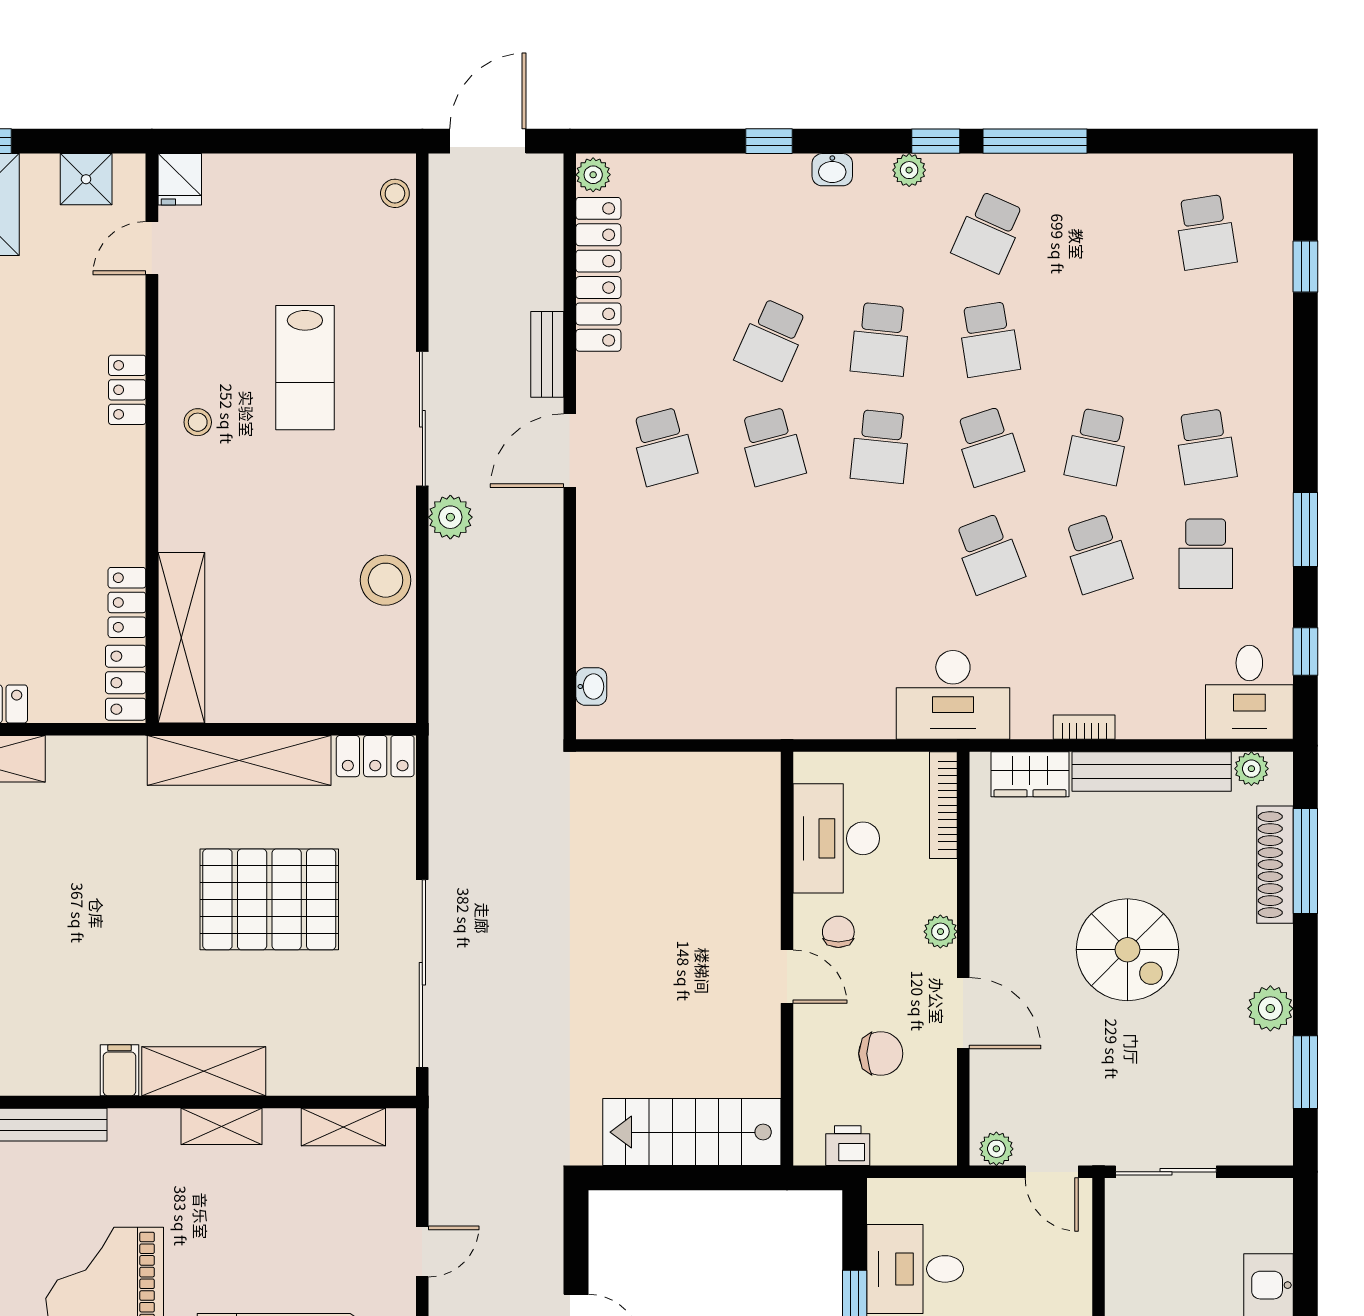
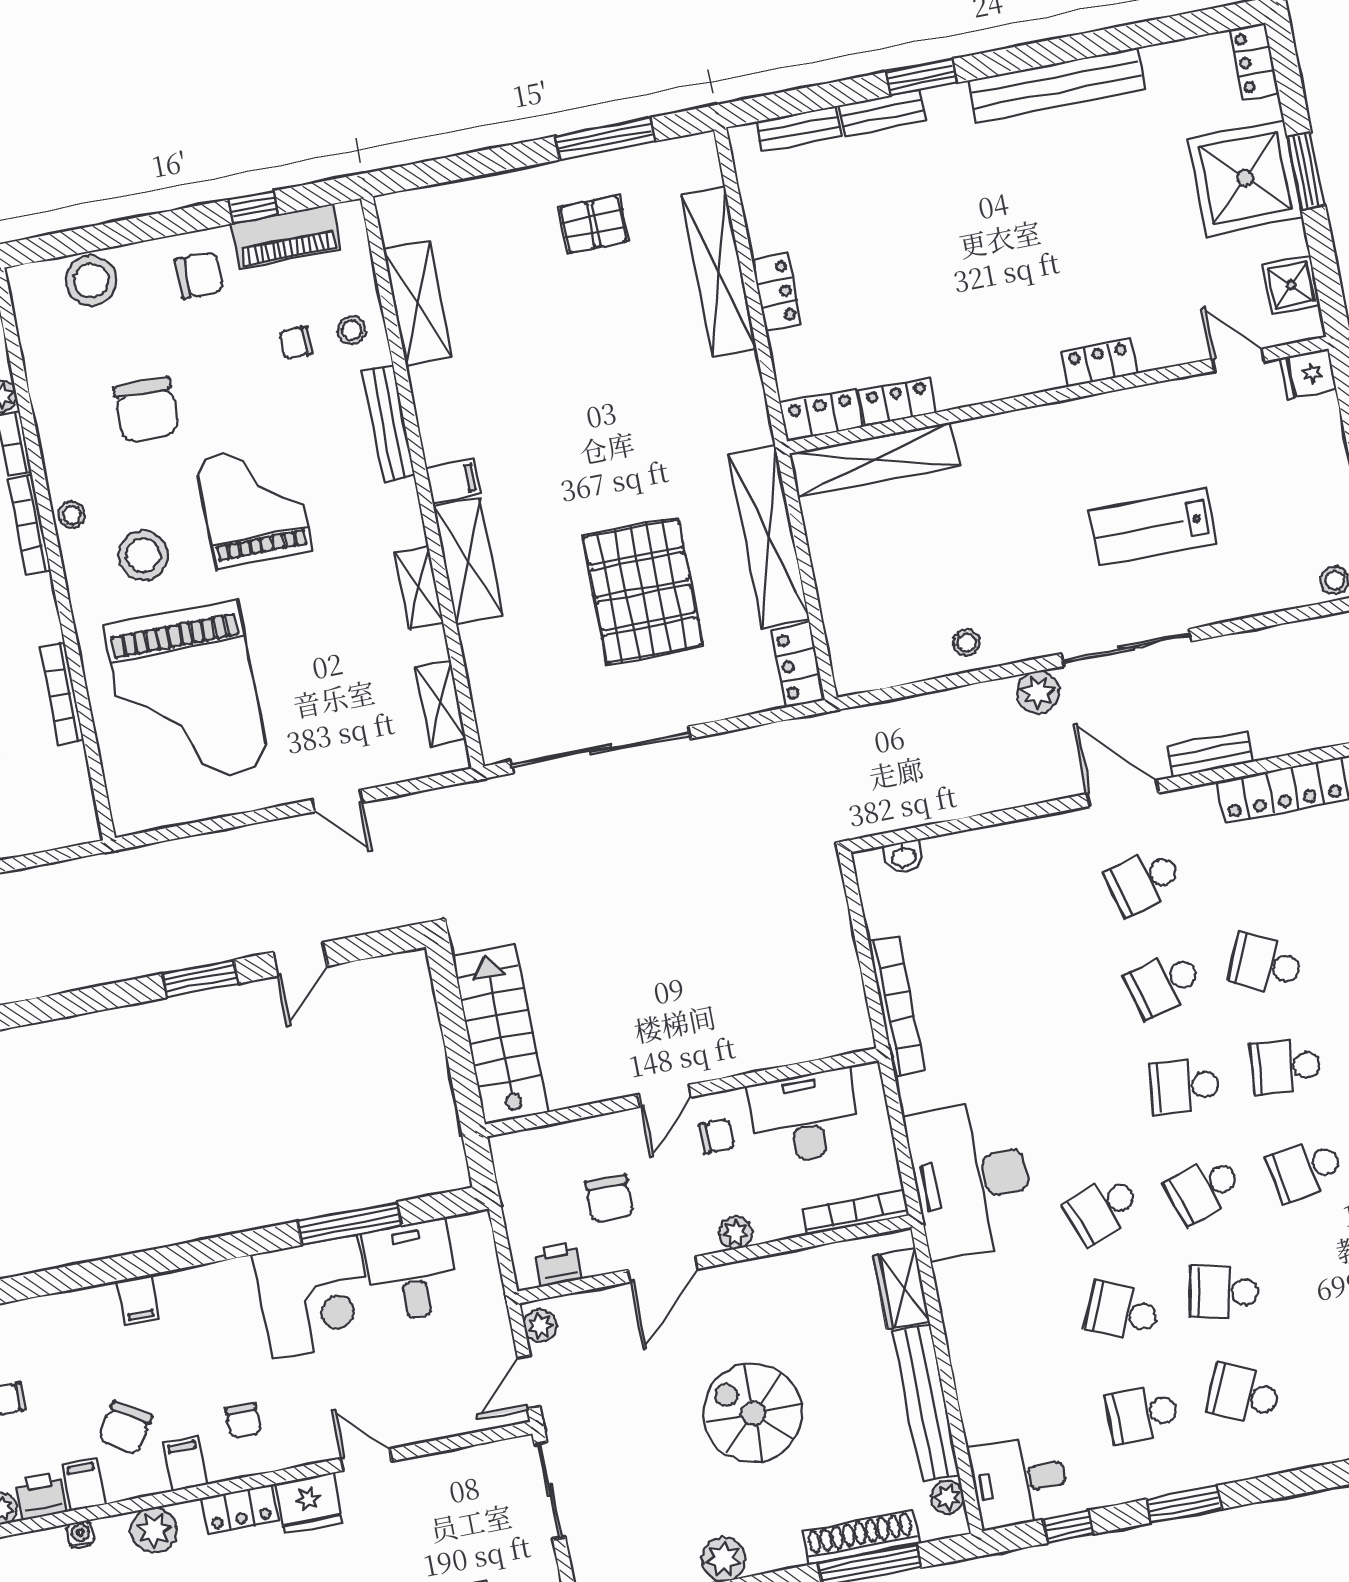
stool: (198, 422) -> (1081, 436), removed
school desk: (1206, 446) -> (1244, 1395), turned 33
school desk: (1097, 554) -> (1122, 1312), turned 42
stool: (386, 580) -> (966, 642), width x0.53, depth x0.53
desk: (953, 695) -> (971, 1179), width x1.36, depth x1.30
bookcase: (1084, 727) -> (897, 1007), moved, width x2.31, depth x1.31
spiral stairs: (1127, 950) -> (753, 1413), turned 90
printer: (848, 1146) -> (558, 1264), moved, turned -90

